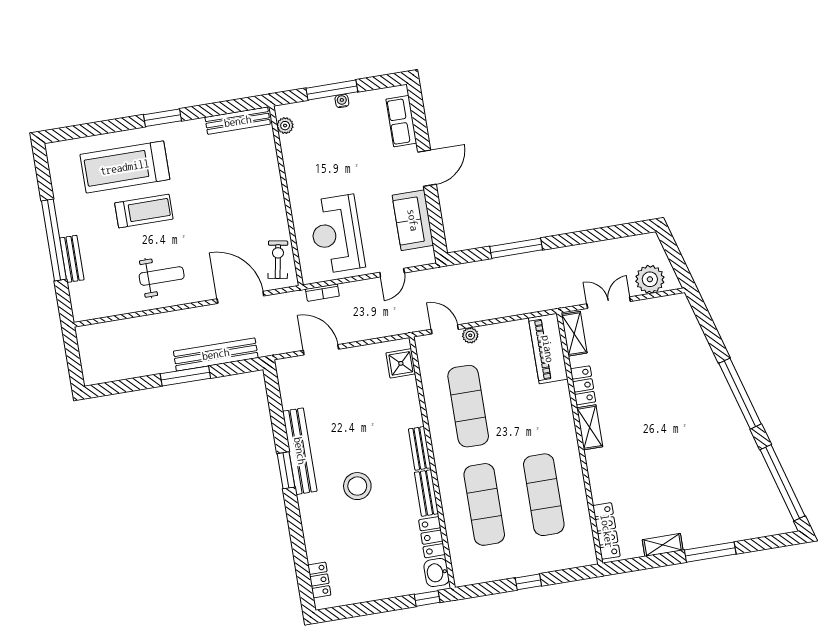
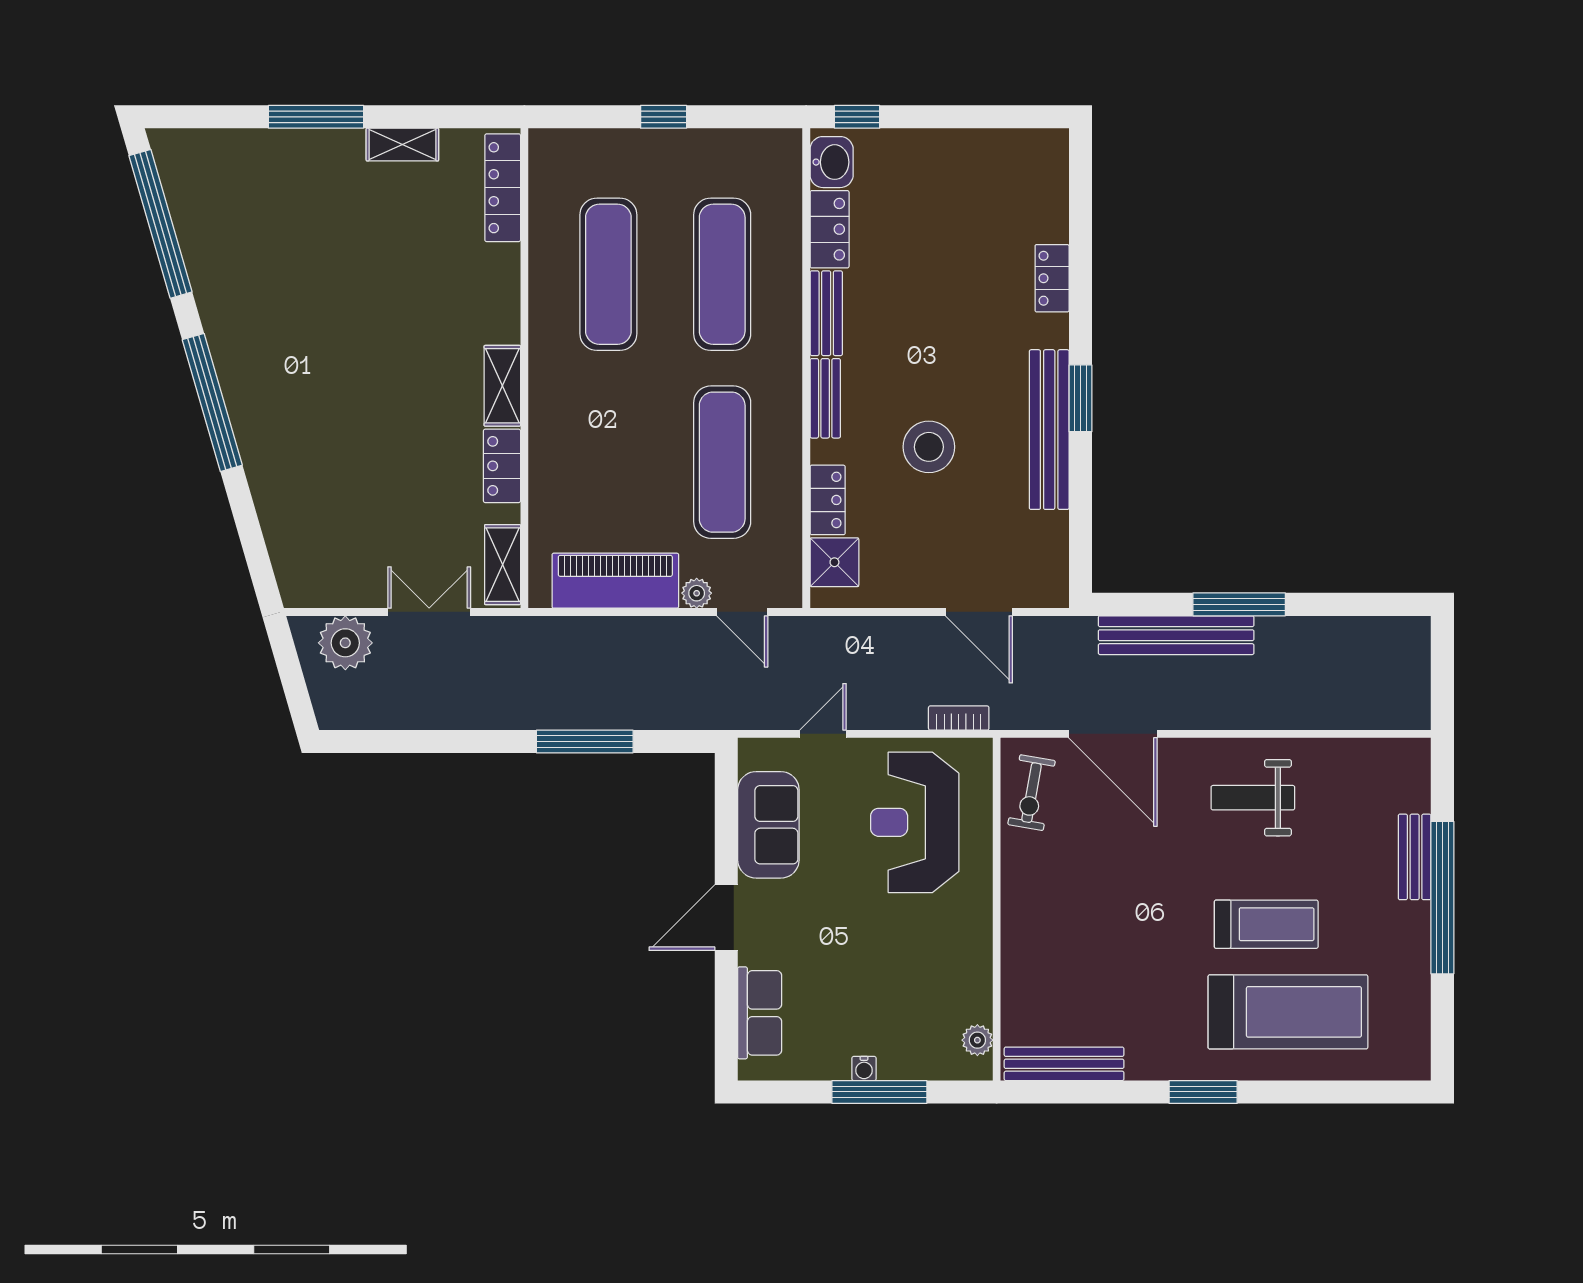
treadmill: (144, 211) -> (1266, 924), turned 180
reception desk: (337, 234) -> (915, 822), turned 180
double door: (609, 303) -> (429, 612), swing flipped
piano: (548, 349) -> (615, 581), moved, turned -90
locker: (410, 395) -> (828, 500), added
stool: (357, 486) -> (929, 447), moved
locker: (319, 580) -> (1052, 278), moved

